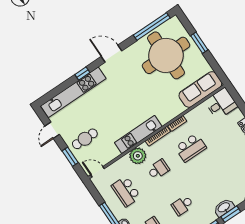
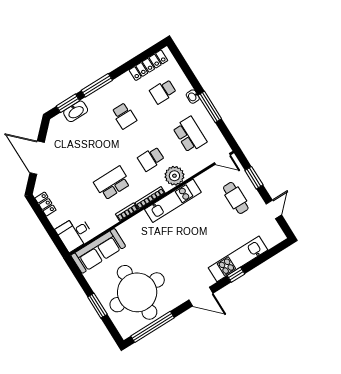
kitchen unit: (73, 92) -> (238, 259), width x0.73
cafe table: (85, 139) -> (236, 198), turned 90
school desk: (183, 205) -> (124, 116), turned 90

